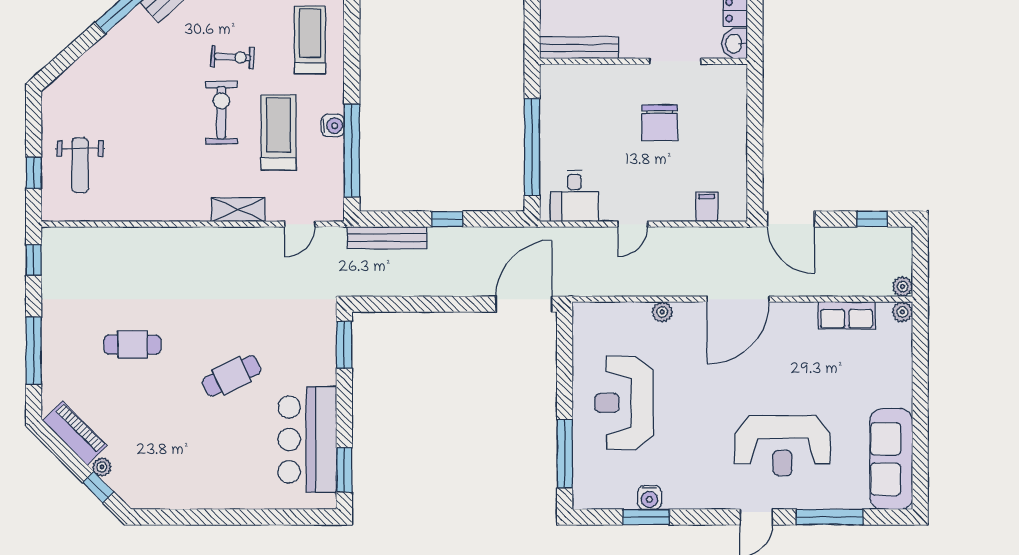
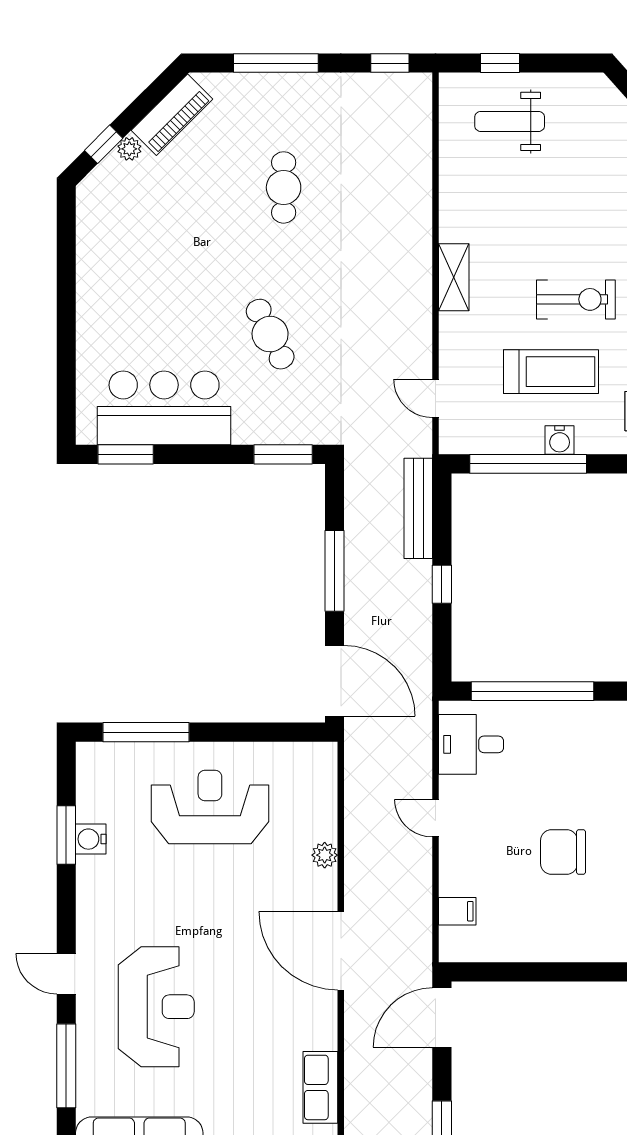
shelving: (238, 209) -> (454, 277), moved
window: (437, 304) -> (335, 571), added
cafe table: (232, 376) -> (270, 334), moved
reception desk: (782, 446) -> (156, 1007), turned 180

